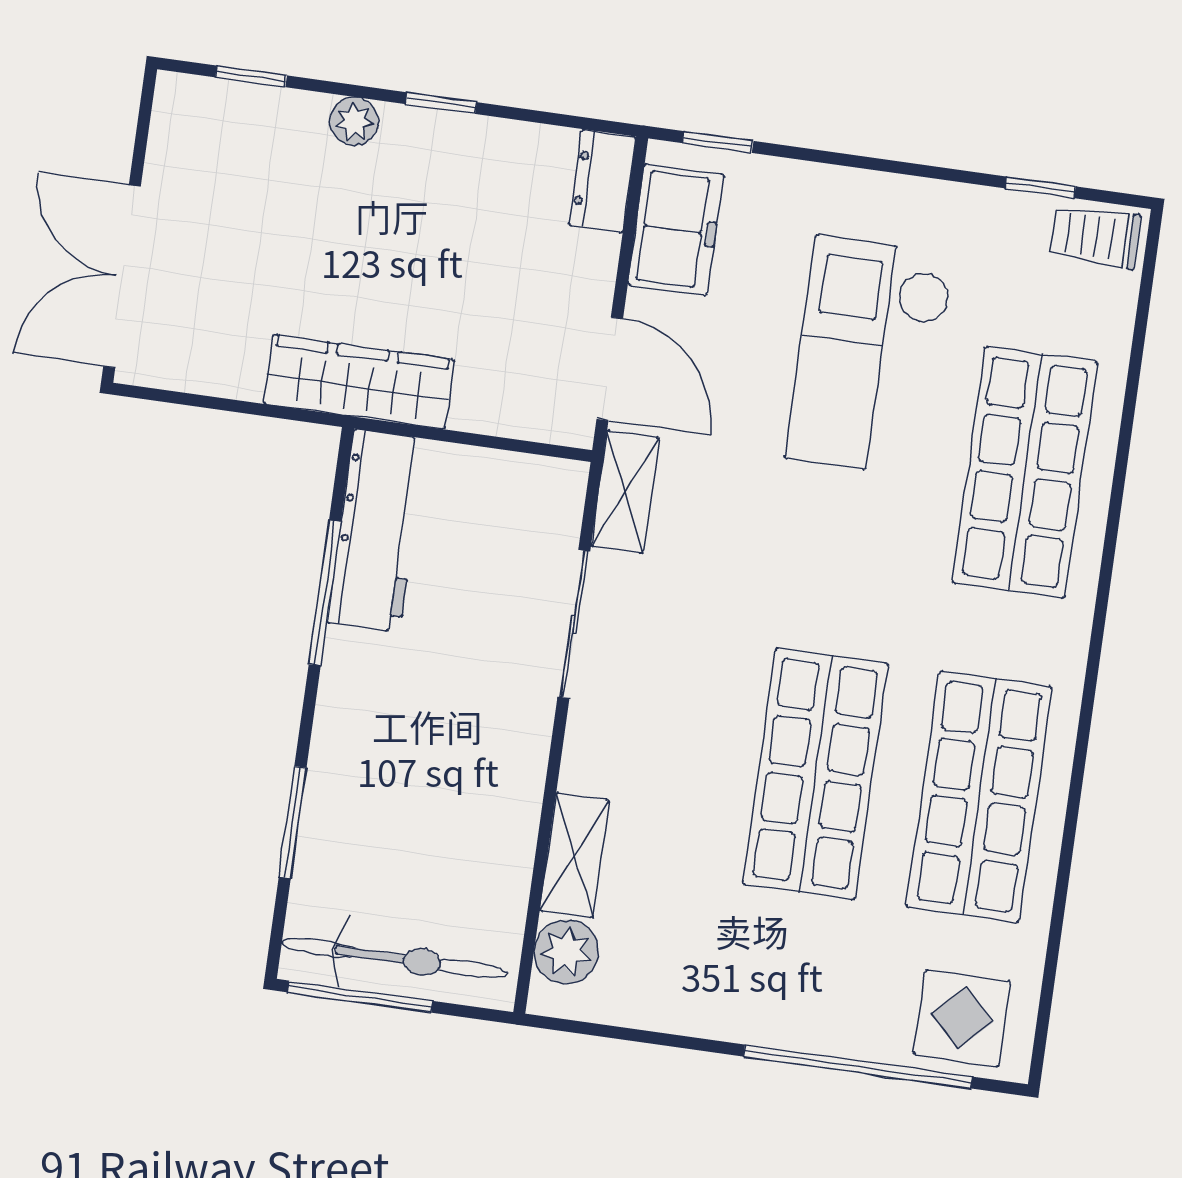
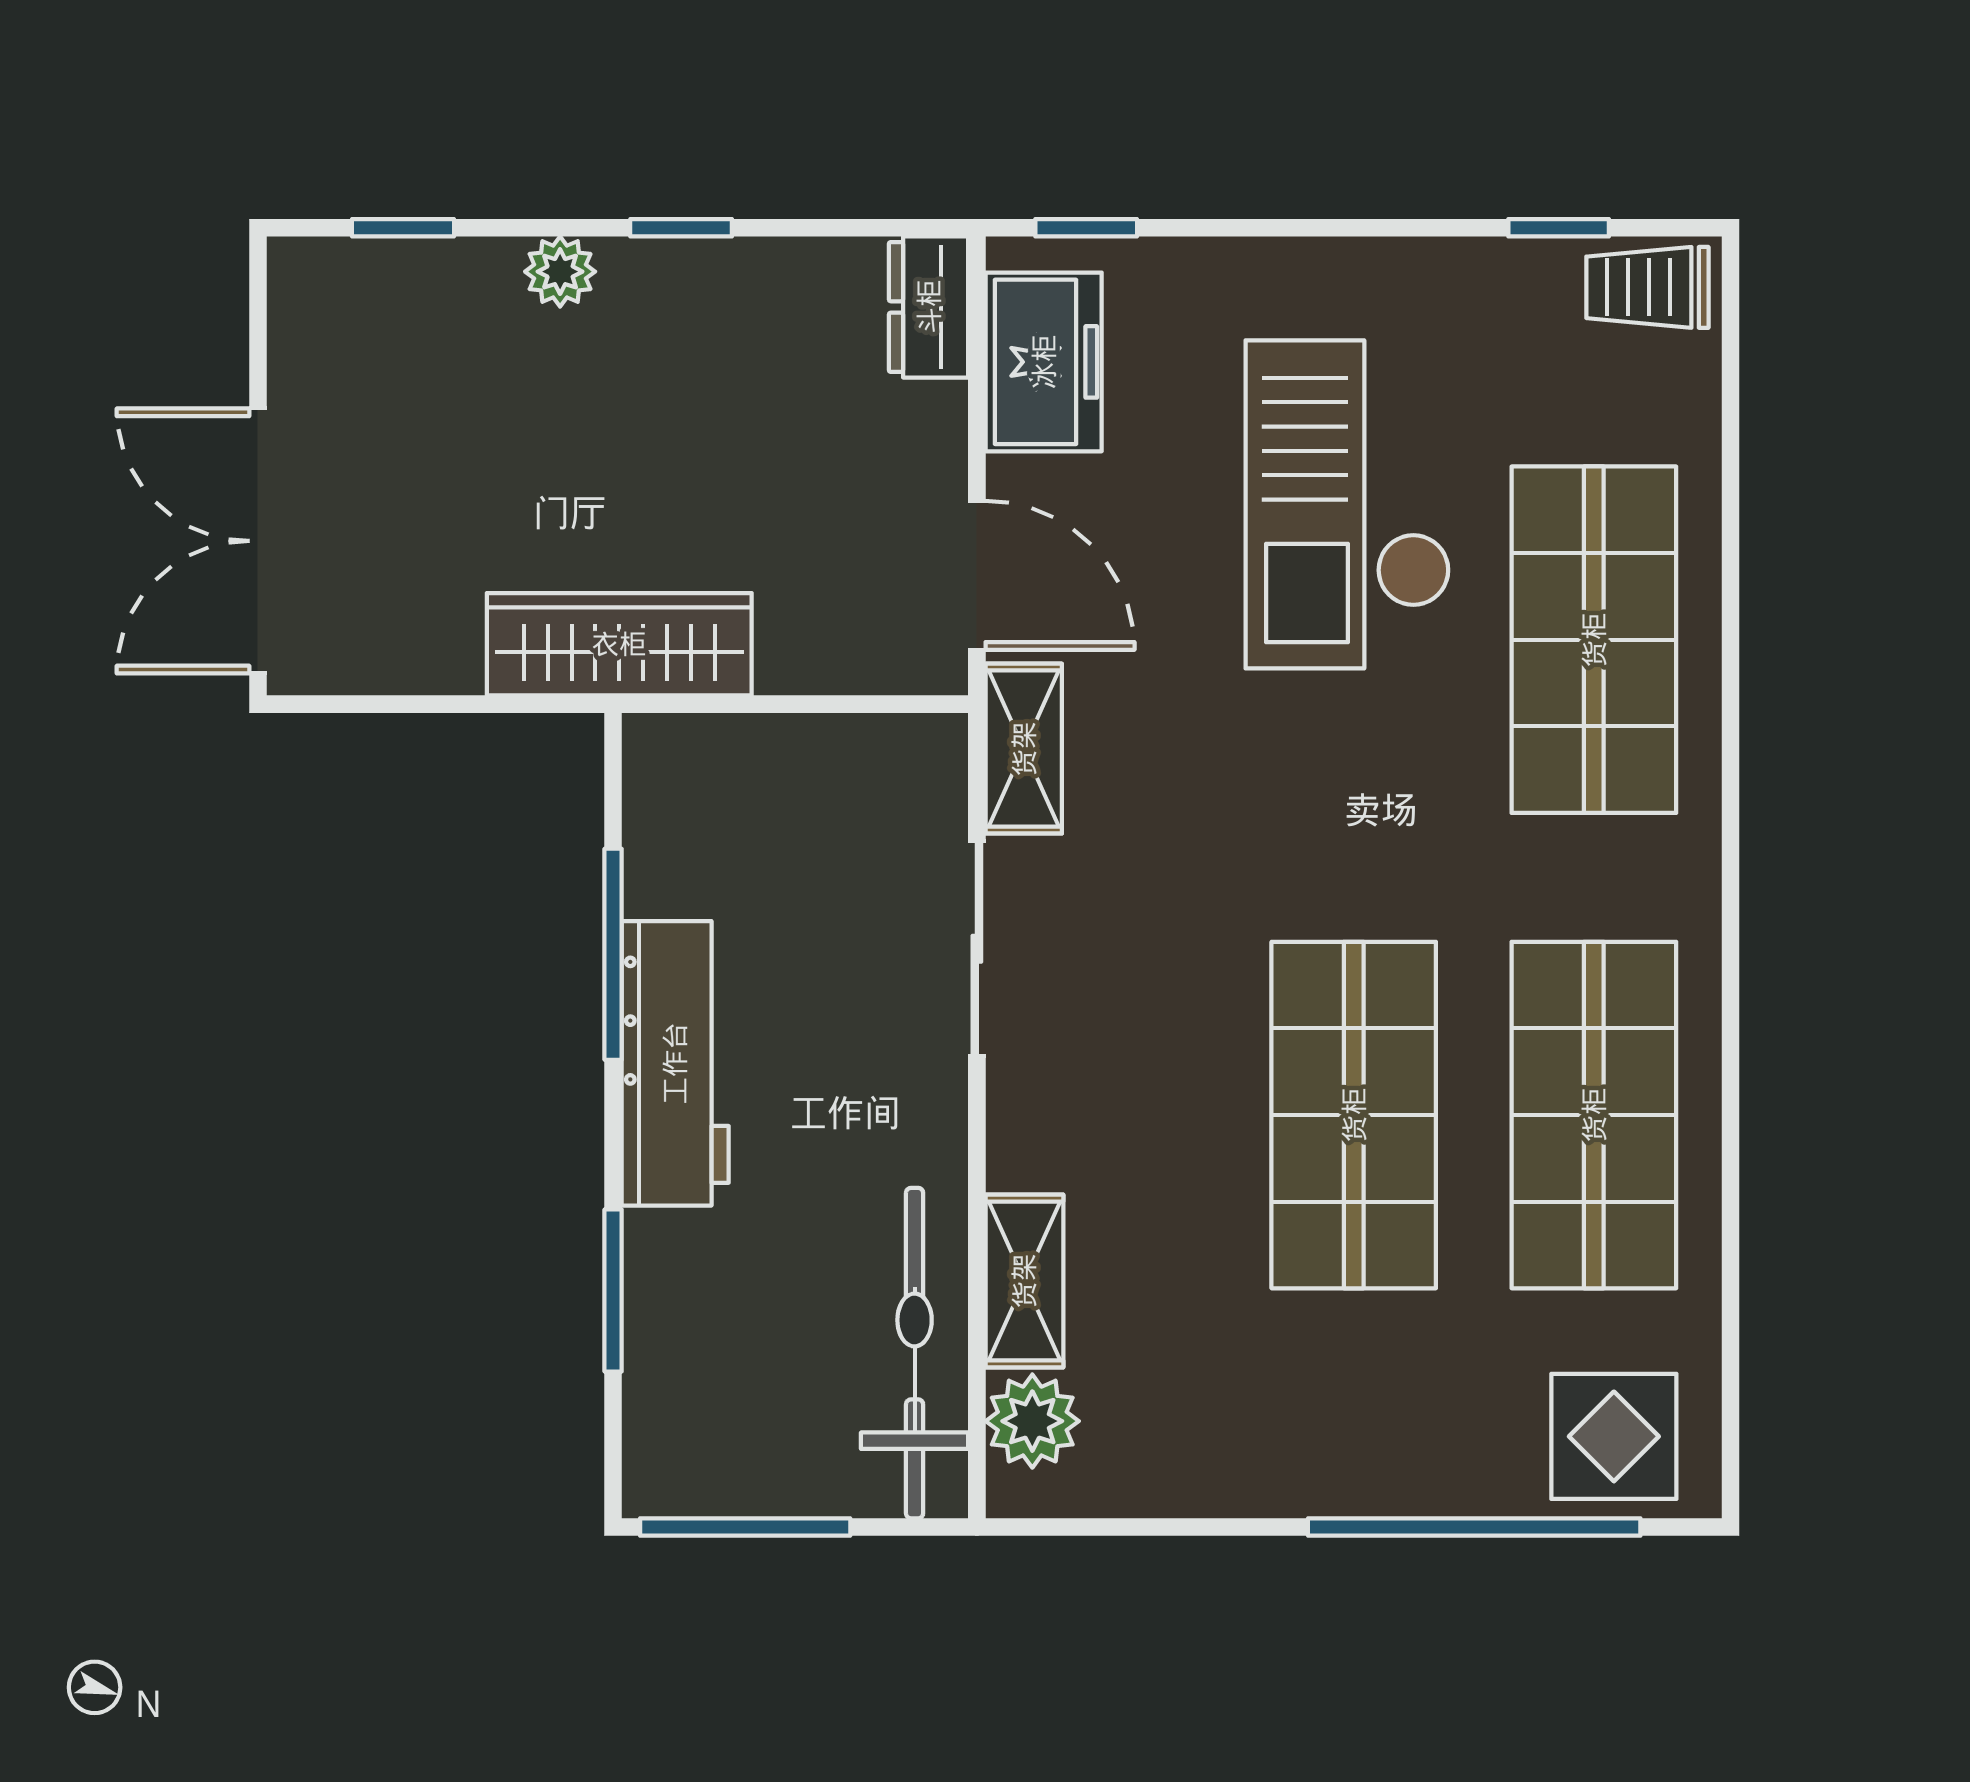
workbench: (377, 531) -> (675, 1063), moved
bicycle: (395, 958) -> (915, 1353), moved, turned -90

